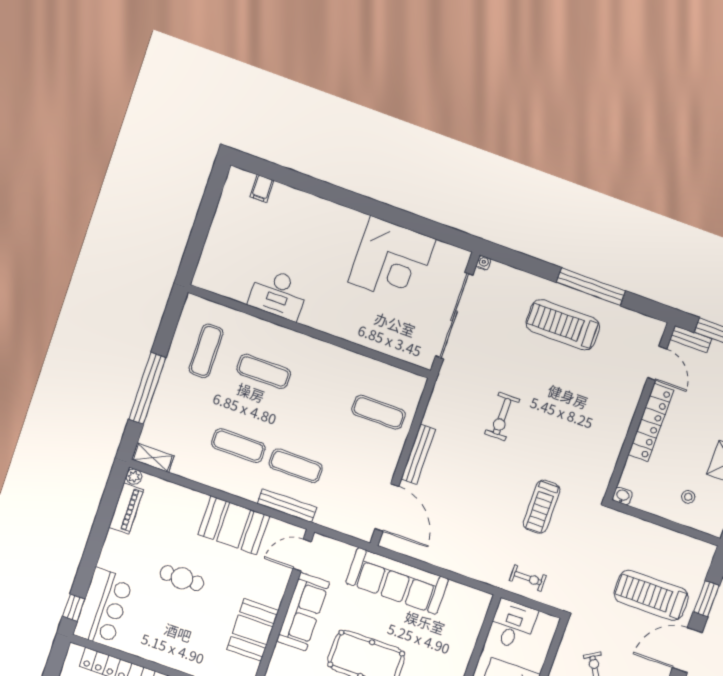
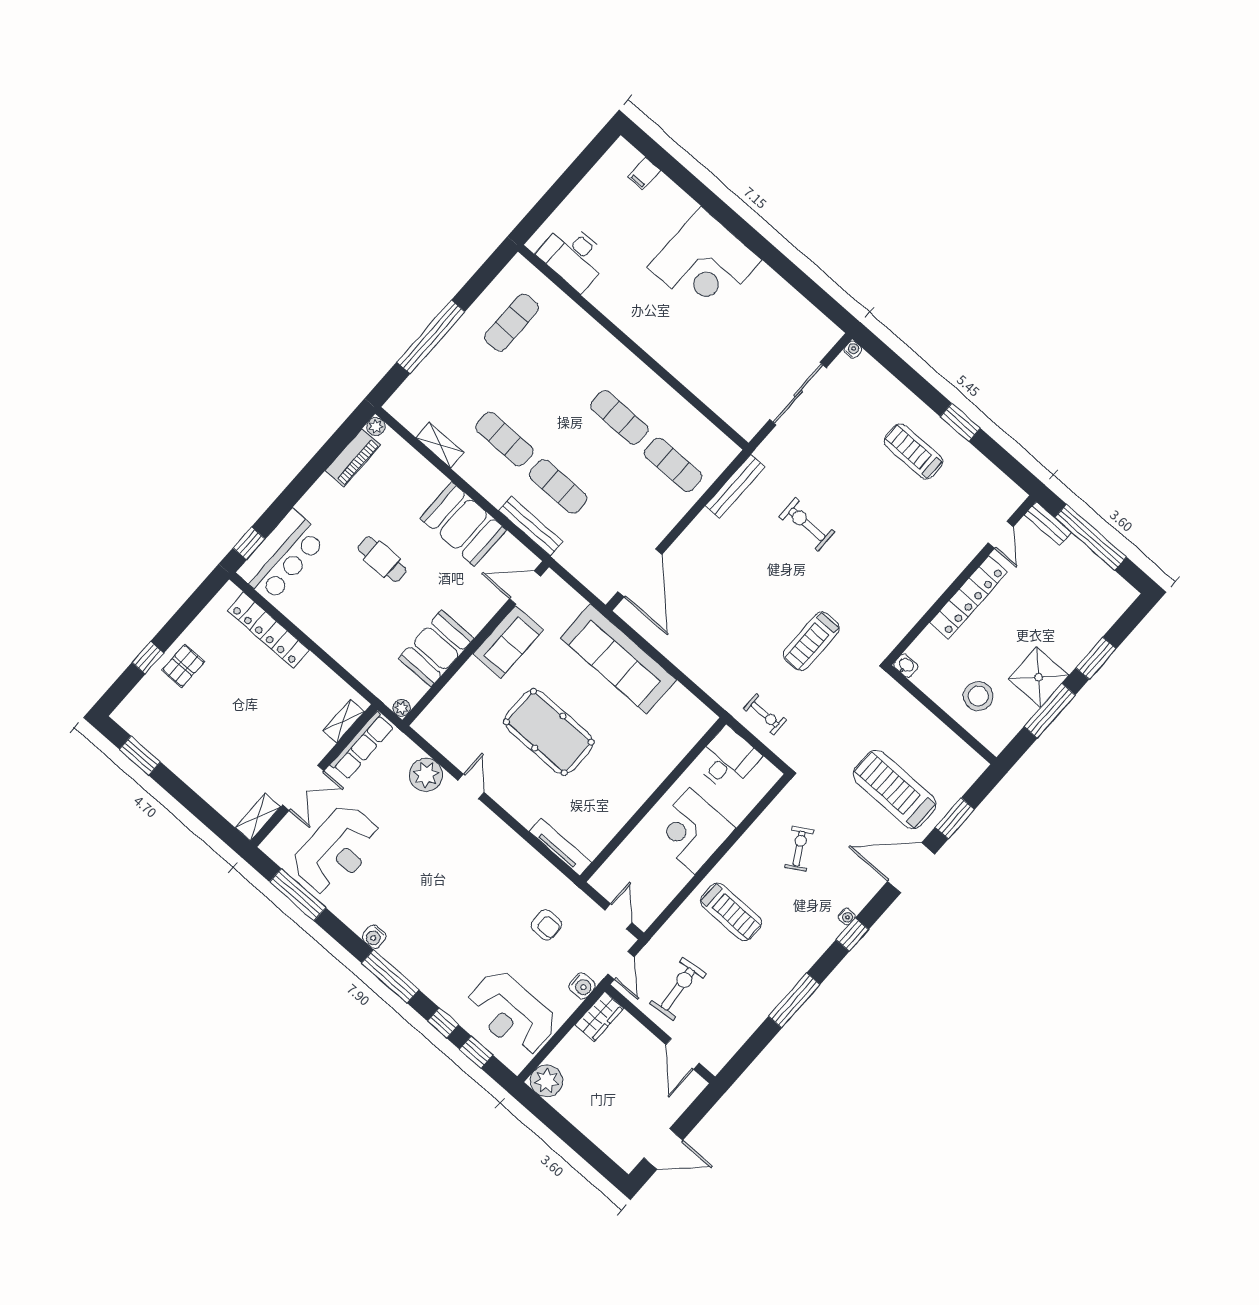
corner desk: (392, 260) -> (705, 264), moved
window: (591, 287) -> (960, 422), width x0.47
desk: (278, 294) -> (574, 256), moved
sliding door: (454, 316) -> (798, 394), width x0.73
treadmill: (563, 325) -> (913, 451), width x0.73, depth x0.73
door: (657, 363) -> (1001, 535), width x0.73
exercise mat: (264, 371) -> (619, 417), moved
exercise bike: (502, 417) -> (807, 524), turned 90
bench: (418, 454) -> (735, 486), moved
shelving: (153, 458) -> (440, 445), moved
stool: (688, 497) -> (978, 696), width x1.89, depth x1.89
sofa: (303, 612) -> (508, 642), width x0.73

